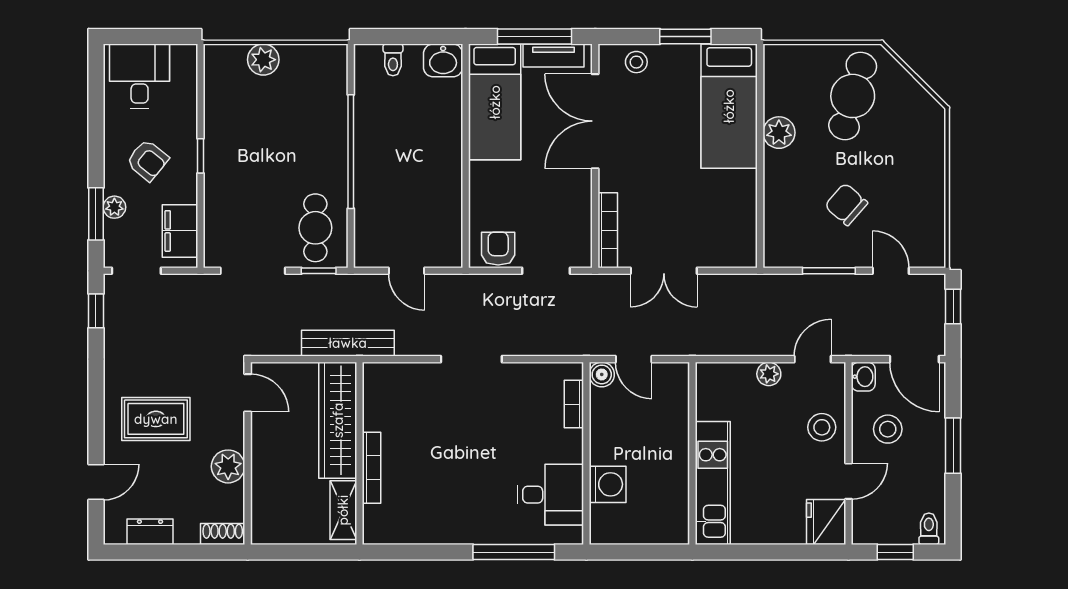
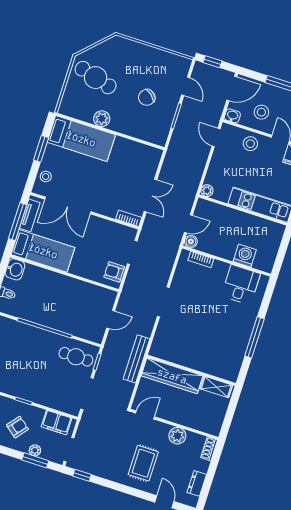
bookcase: (608, 230) -> (129, 218), width x0.64
door: (891, 271) -> (186, 86), swing flipped
plant: (769, 374) -> (207, 191), moved
bookcase: (372, 468) -> (200, 367), removed
window: (514, 552) -> (254, 337), moved

